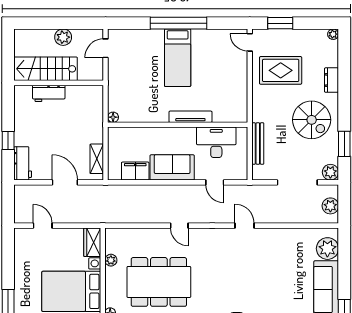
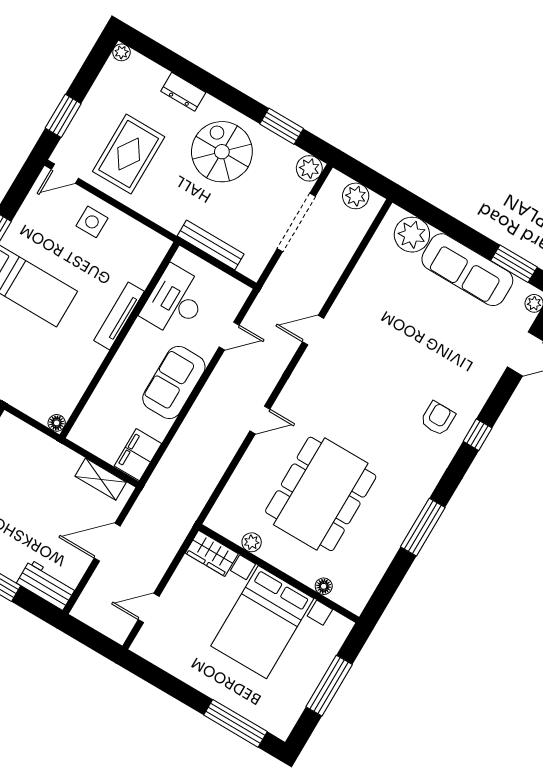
side table: (232, 72) -> (92, 222), added
spiral stairs: (312, 120) -> (222, 152), turned -90
filing cabinet: (135, 171) -> (138, 455), moved

